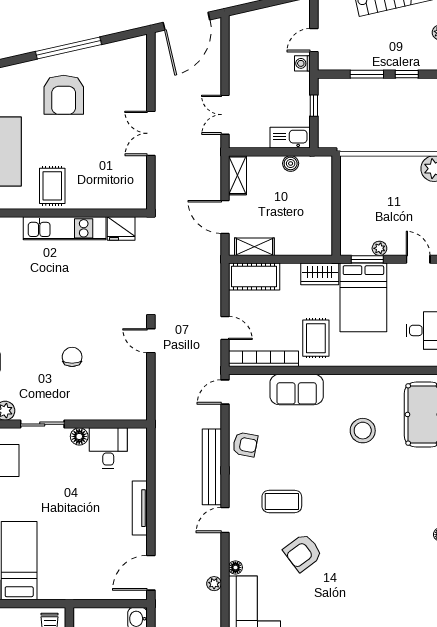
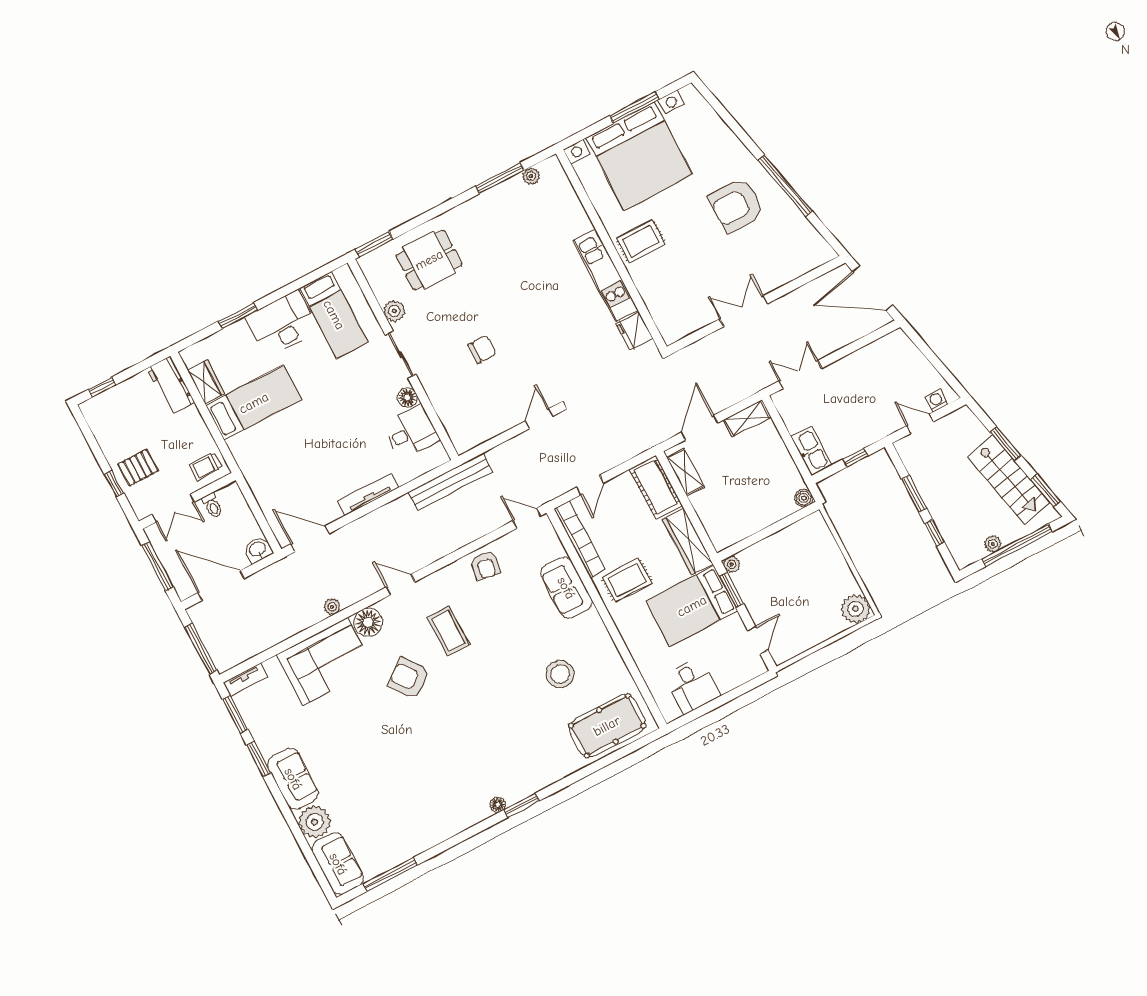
washing machine: (302, 63) -> (936, 401), moved
boiler: (291, 163) -> (804, 498), moved
plant: (379, 248) -> (732, 564), moved
wardrobe: (320, 274) -> (688, 541), width x1.50
bench: (212, 467) -> (450, 482), moved
floor lamp: (235, 567) -> (368, 622), width x1.89, depth x1.89

